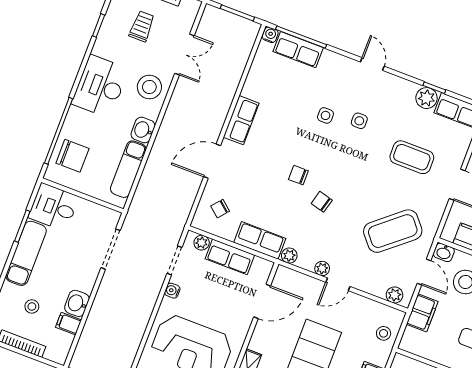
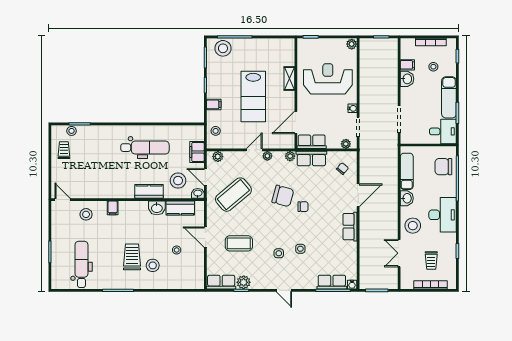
chair: (322, 202) -> (283, 196), width x1.87, depth x1.87
row of seats: (230, 257) -> (312, 142), moved

